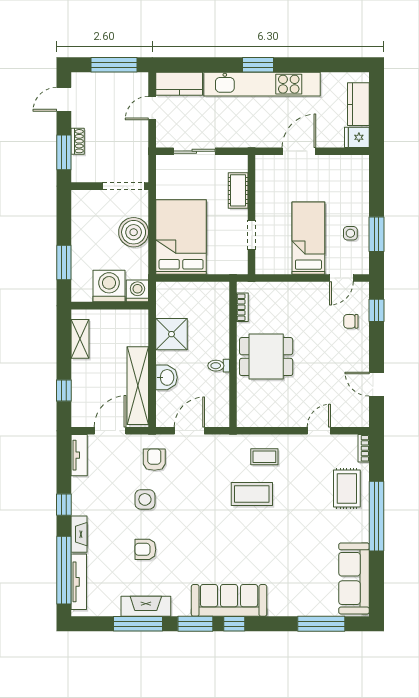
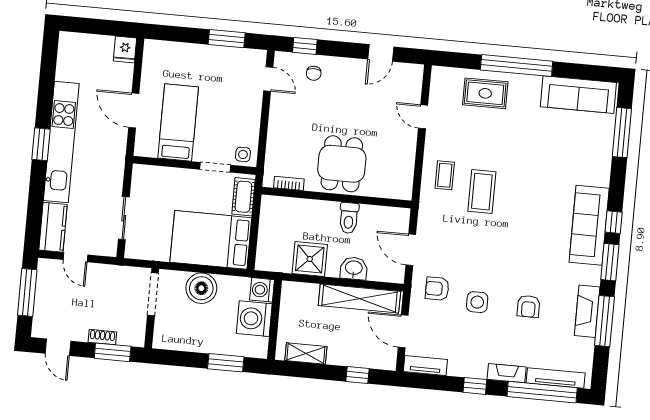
kitchen counter: (358, 104) -> (91, 45), removed
cot: (238, 190) -> (243, 197), moved, turned 90
side table: (350, 233) -> (243, 154), moved
bed: (308, 238) -> (178, 122), moved, turned 90
toilet: (219, 366) -> (349, 218), width x1.37, depth x1.39
bookcase: (364, 448) -> (445, 72), removed

